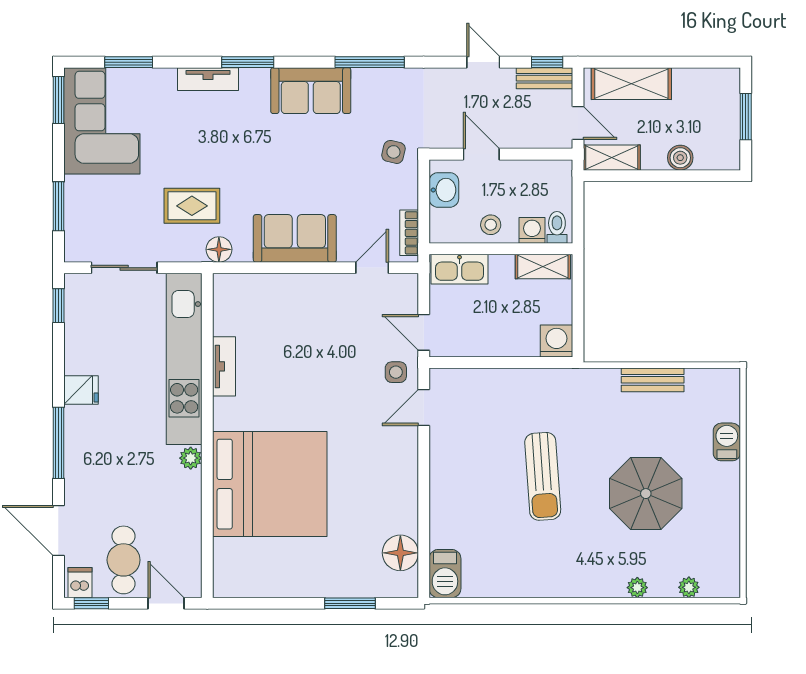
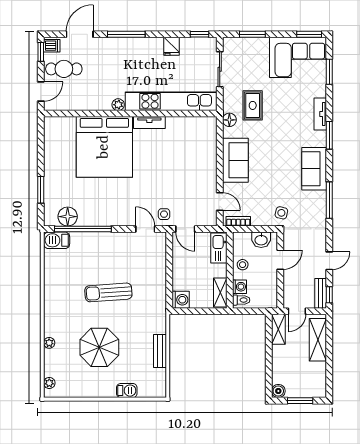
boiler: (680, 158) -> (278, 391), moved
door: (424, 332) -> (185, 229), swing flipped
tv unit: (224, 366) -> (149, 123), moved
fridge: (81, 390) -> (172, 46), moved
window: (424, 524) -> (83, 229), added
plant: (689, 587) -> (49, 383), moved

